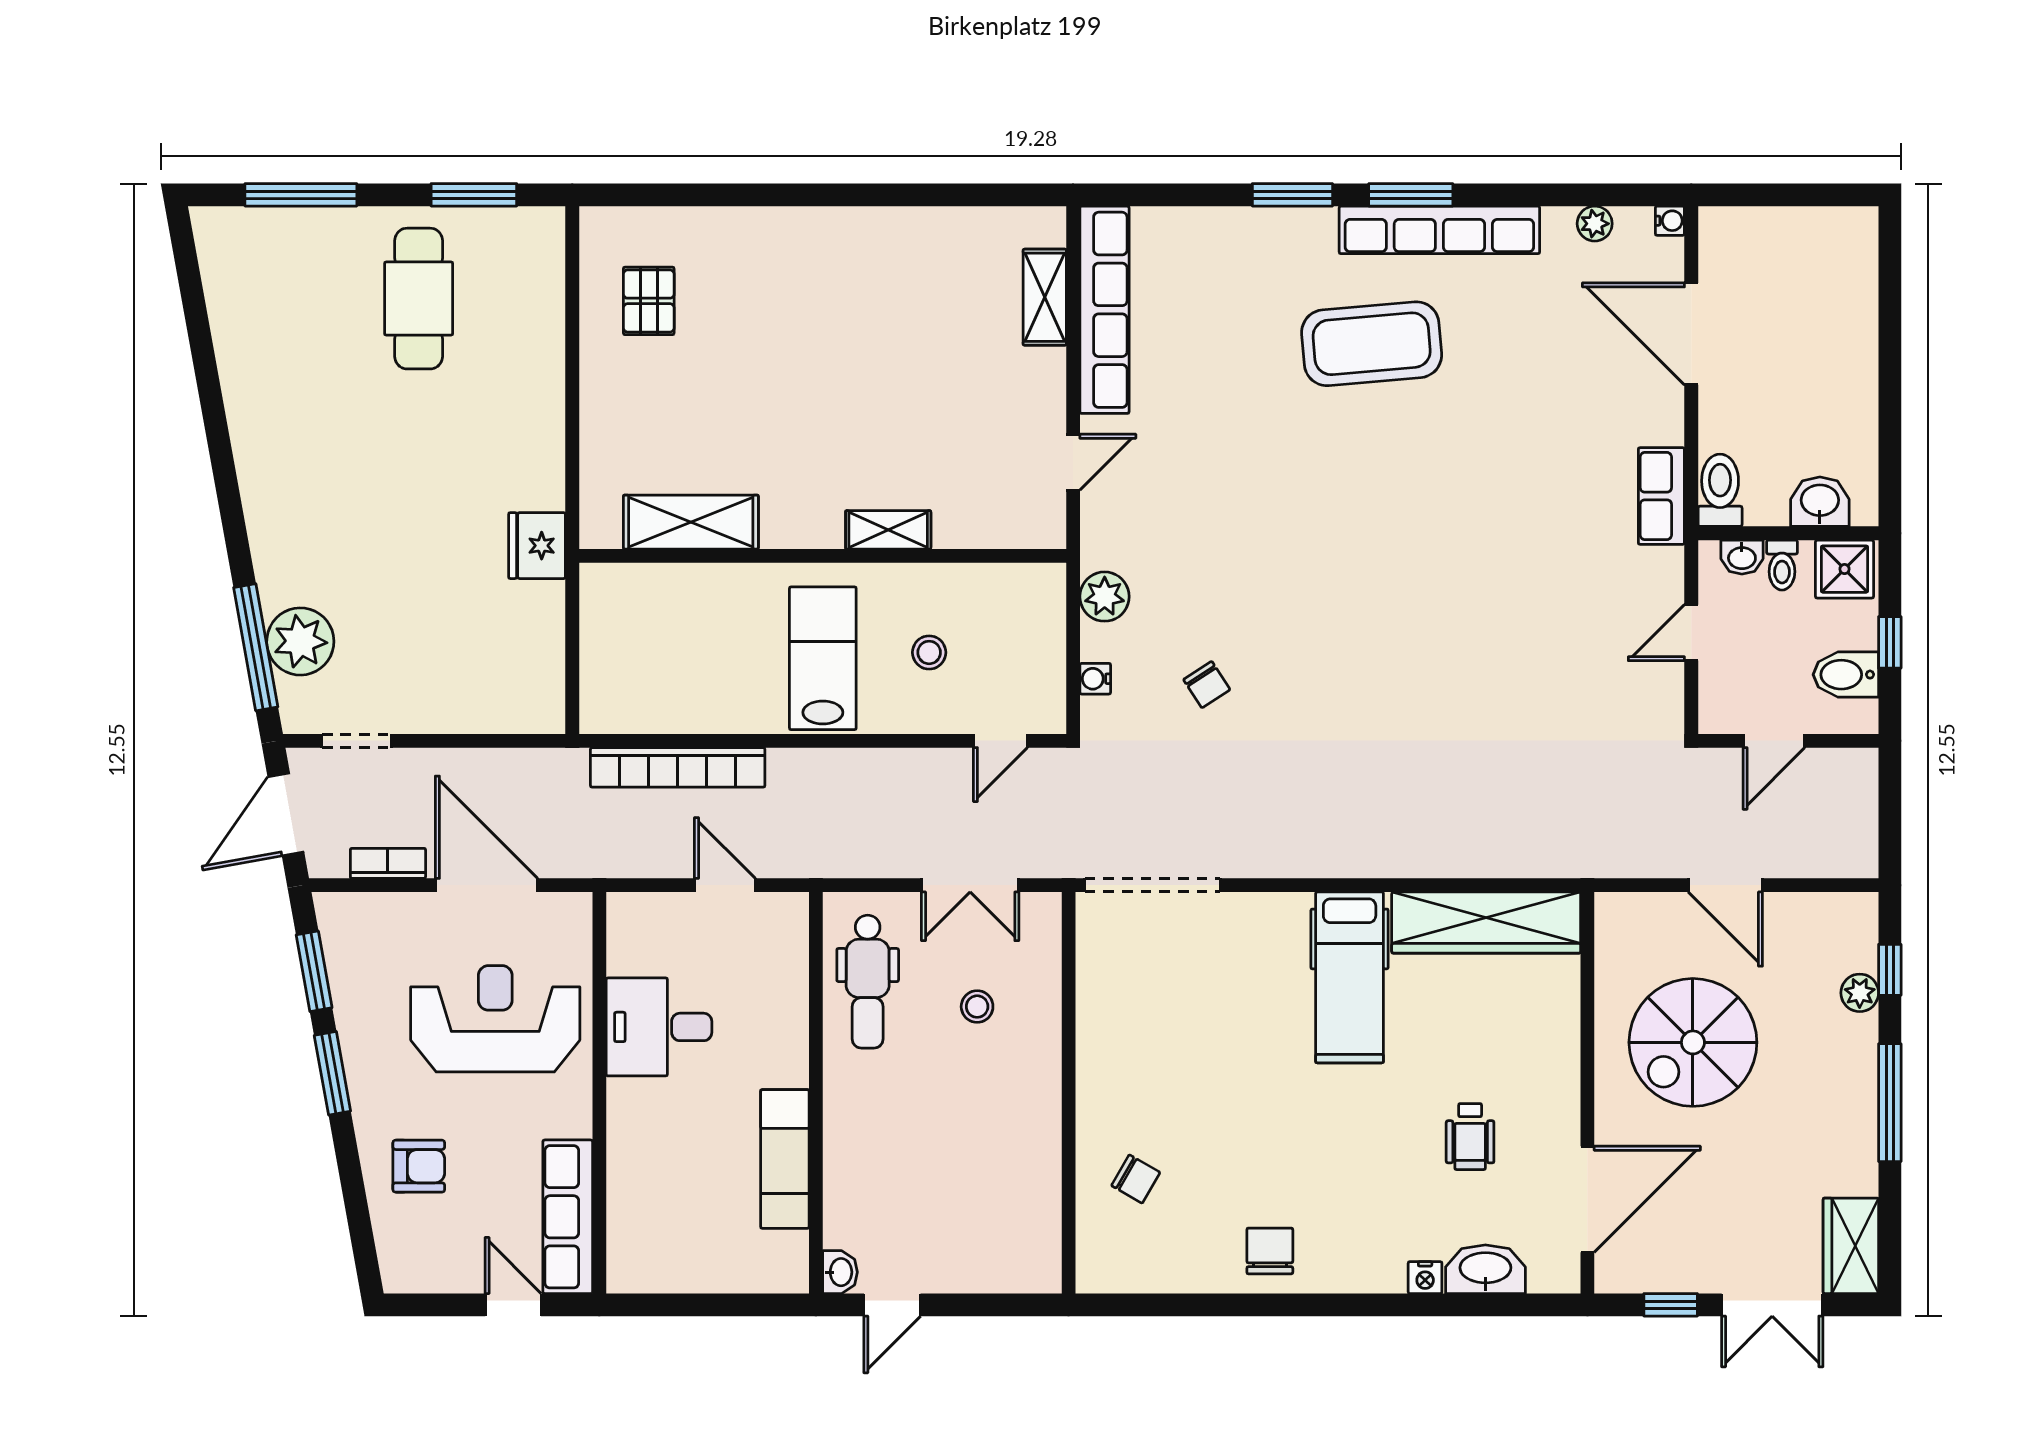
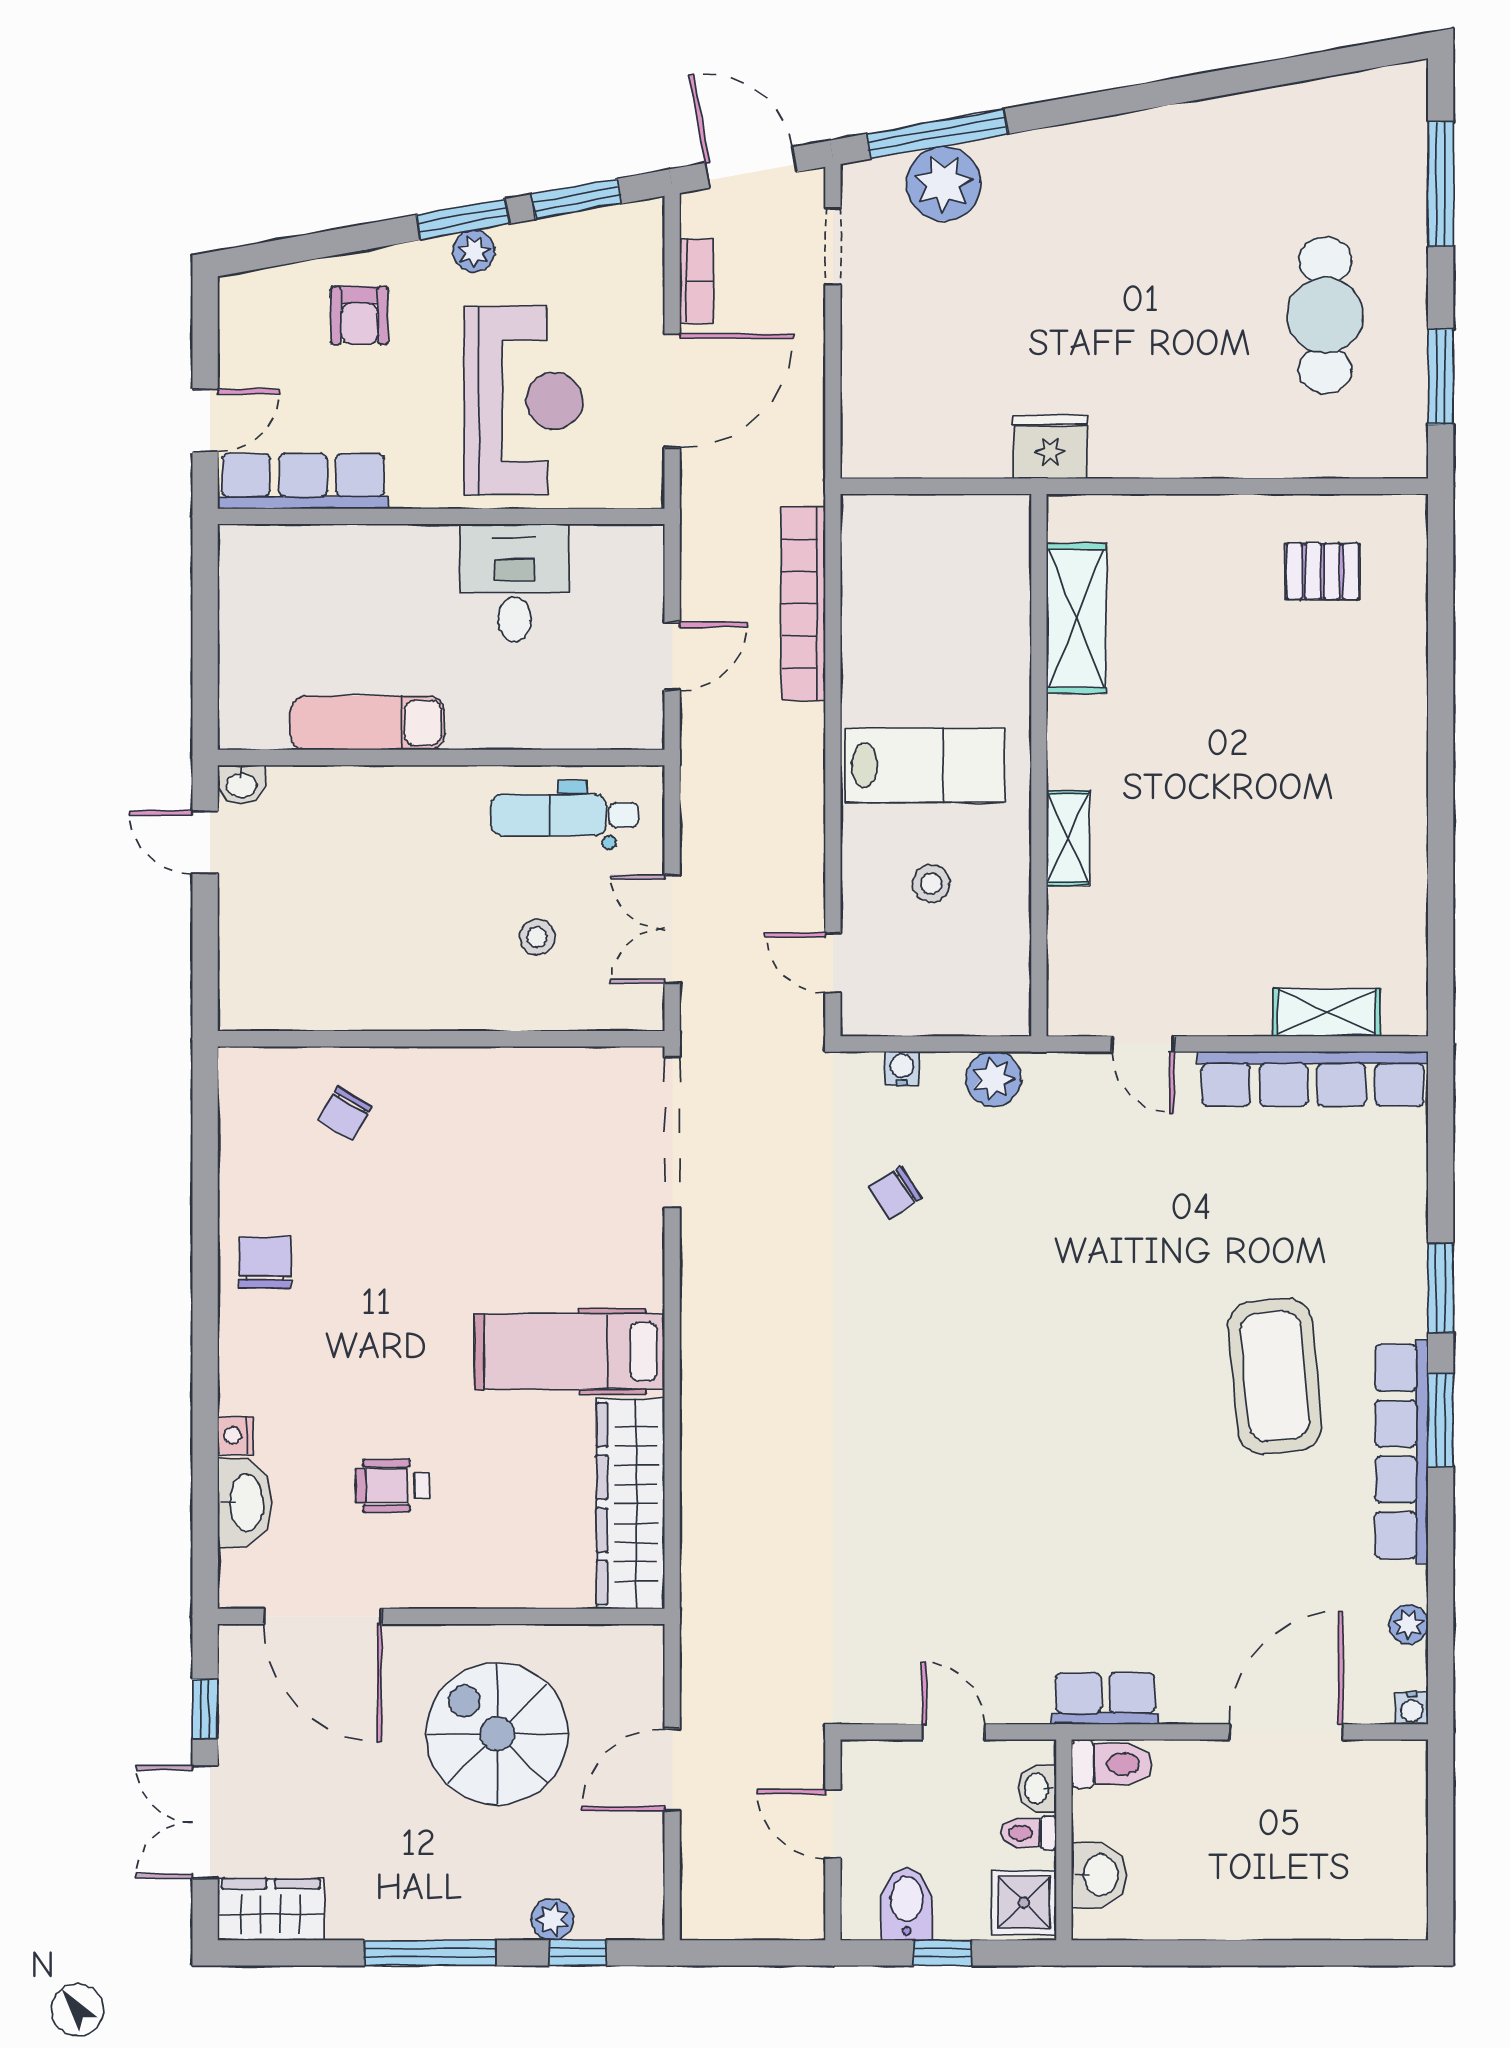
cafe table: (419, 299) -> (1325, 315), turned 90
plant: (361, 1063) -> (474, 251), added
chair: (1270, 1251) -> (265, 1263), turned -90

